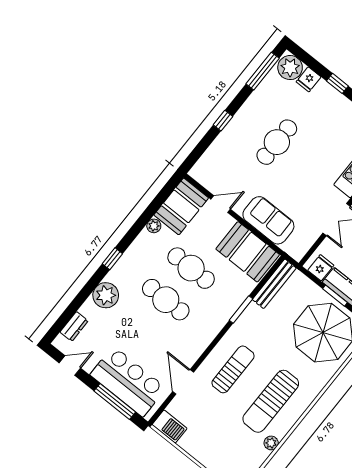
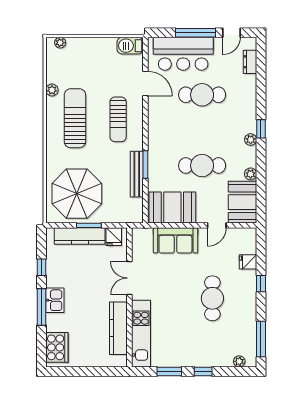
plant: (290, 68) -> (239, 361), width x0.53, depth x0.53
fridge: (309, 79) -> (248, 262), moved, turned -90
bench: (274, 284) -> (137, 174), moved
plant: (106, 295) -> (251, 140), moved, width x0.53, depth x0.53
cafe table: (166, 300) -> (202, 95), moved
window: (115, 402) -> (196, 33), moved

